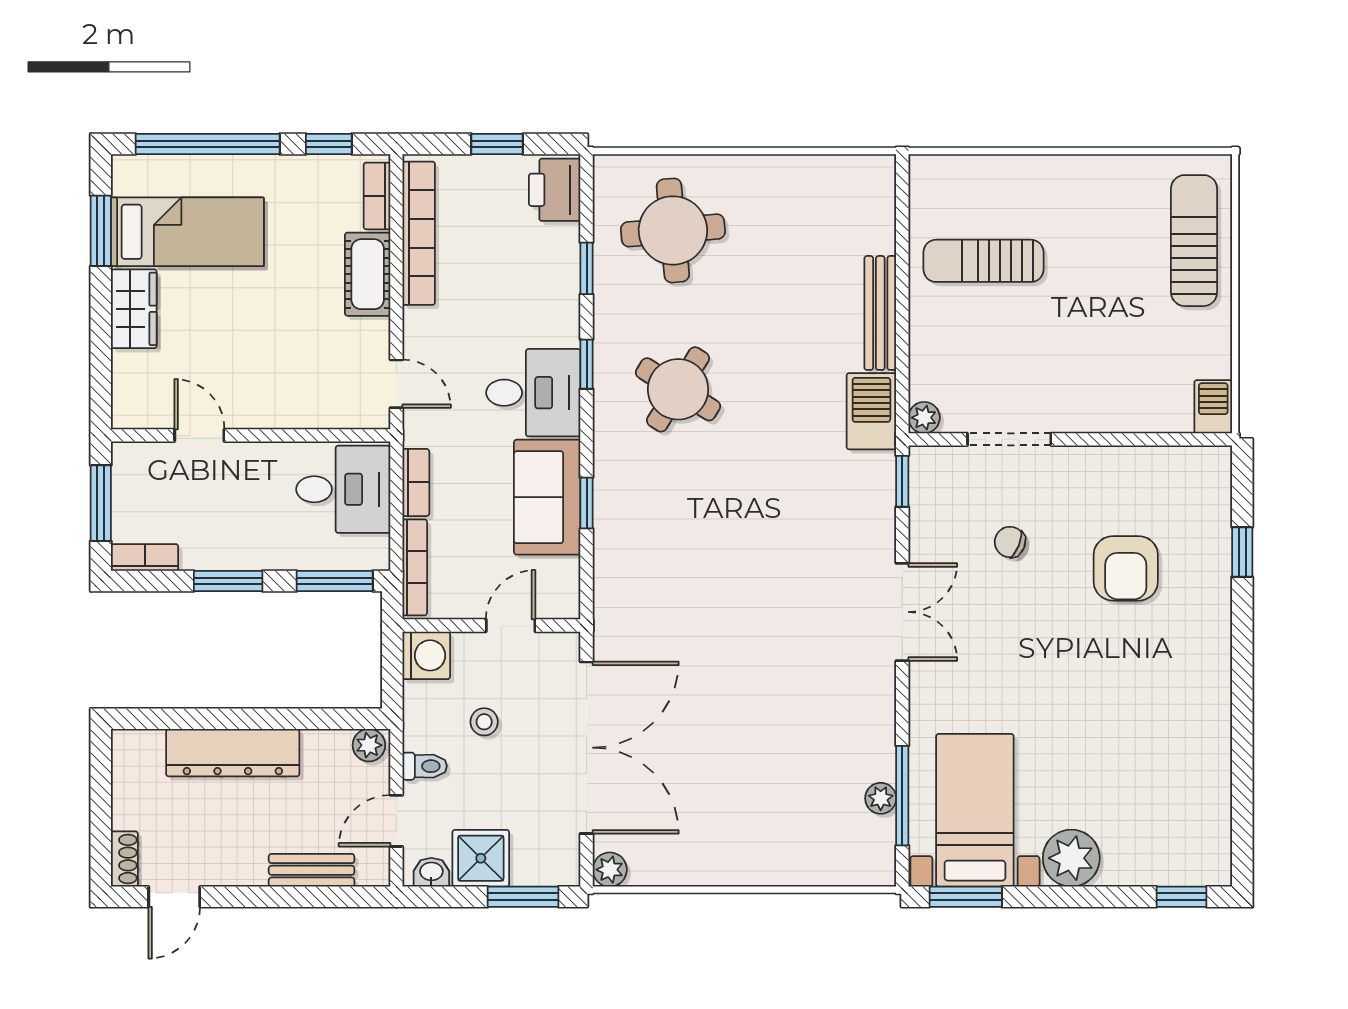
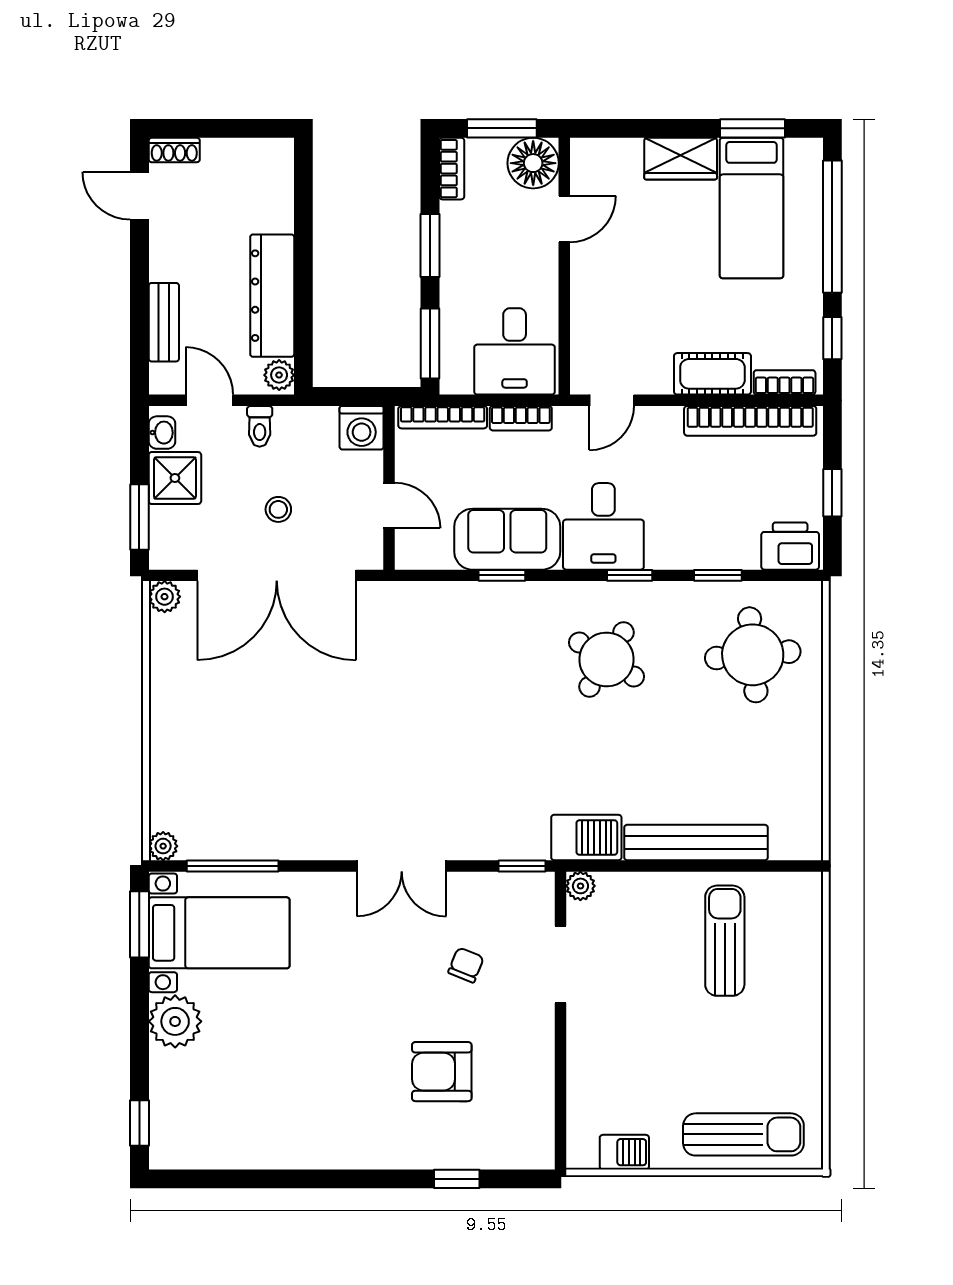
bench: (880, 313) -> (696, 843), width x1.37, depth x1.21
barbecue: (1213, 407) -> (624, 1152), moved
floor lamp: (139, 469) -> (533, 163), added
stool: (484, 722) -> (278, 509), moved
dresser: (233, 753) -> (272, 296), moved
plant: (881, 798) -> (163, 846), moved

